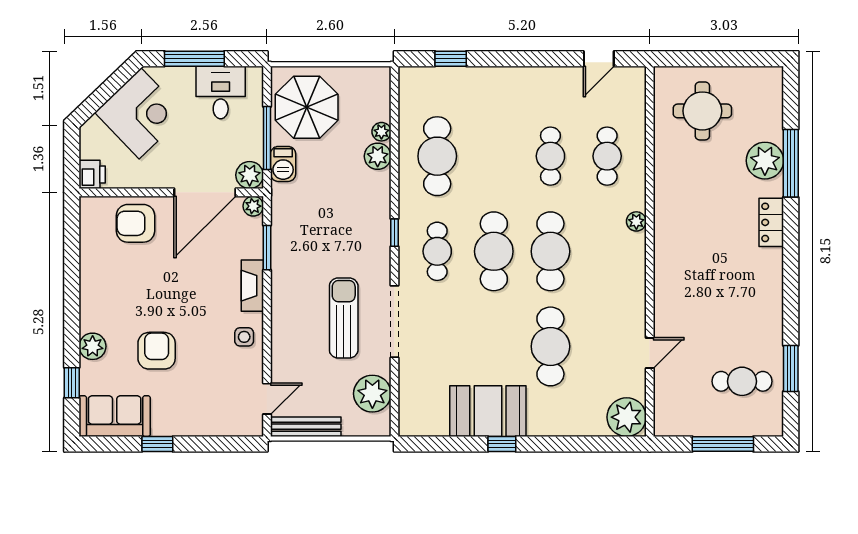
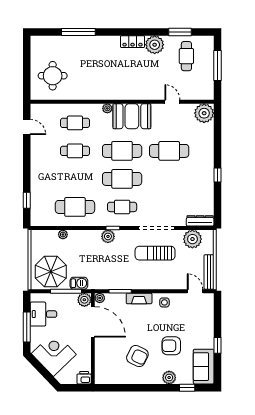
plant: (378, 156) -> (108, 236), moved
plant: (765, 161) -> (155, 45), moved
locker: (771, 222) -> (133, 42), moved
armchair: (136, 223) -> (137, 356), moved, turned -64
dresser: (409, 409) -> (200, 221), added
booth: (488, 411) -> (132, 116), moved, turned 90

